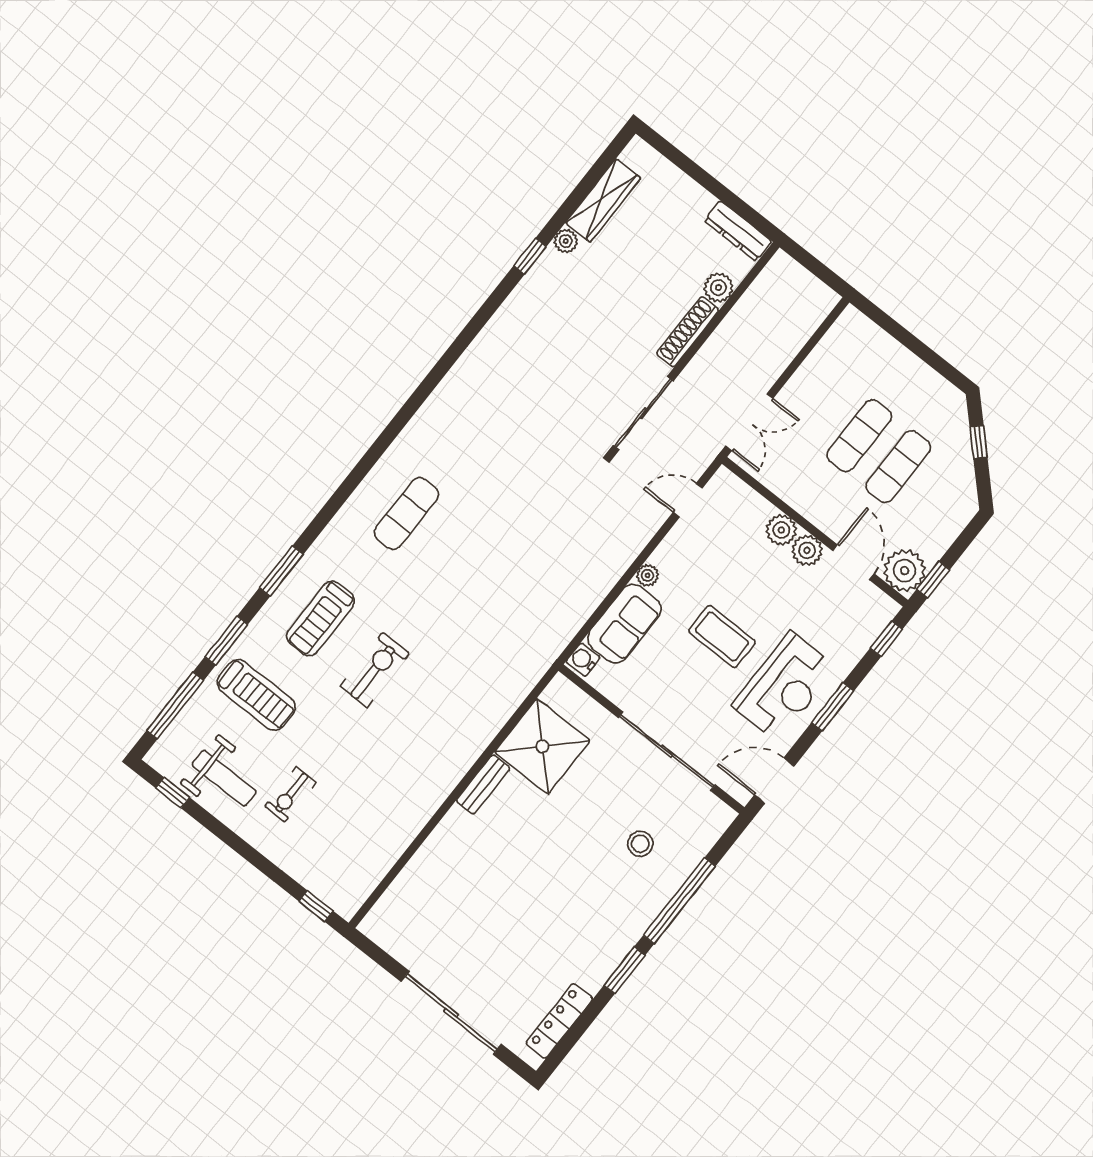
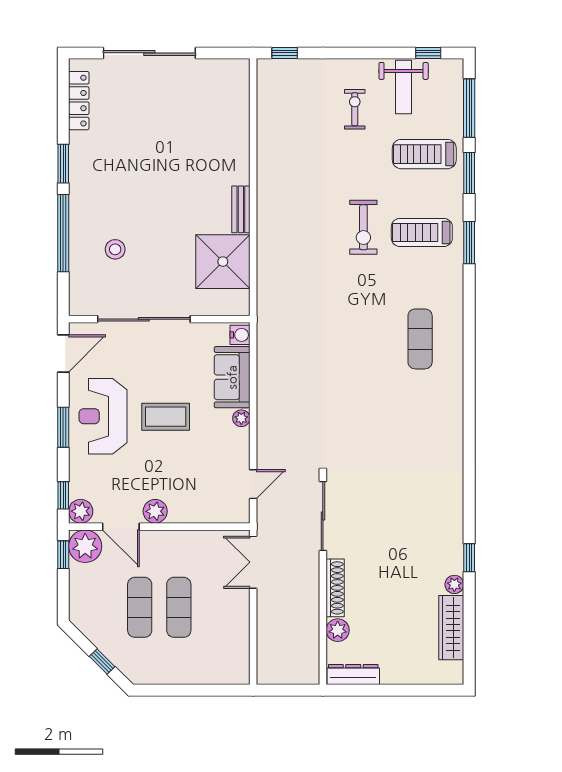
plant: (781, 530) -> (81, 511), moved
treadmill: (321, 618) -> (422, 232), turned -90
weight bench: (224, 778) -> (404, 87), turned -90

